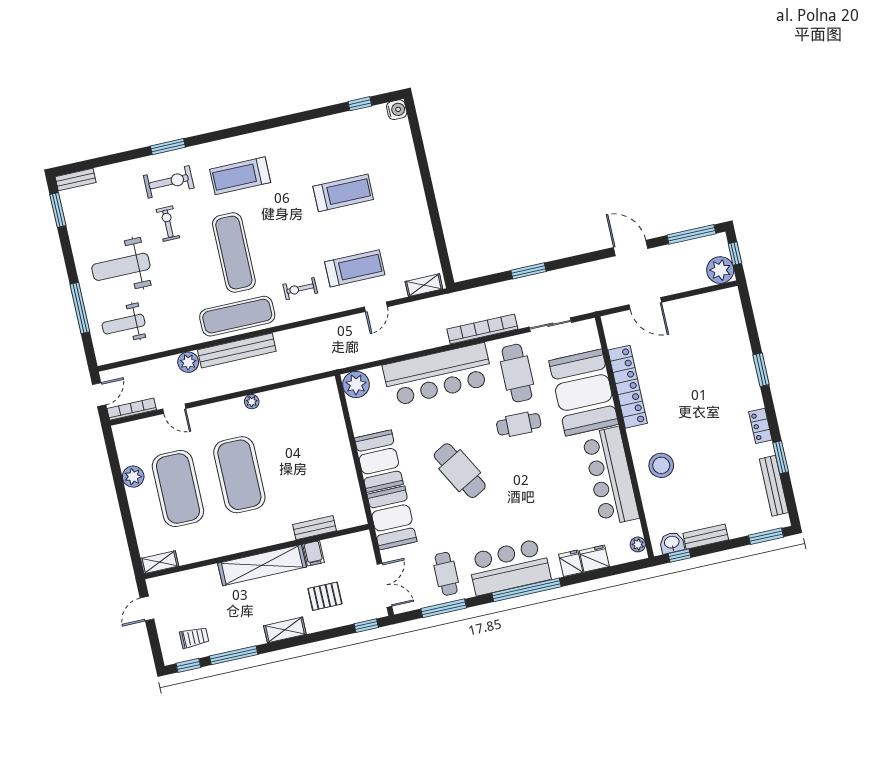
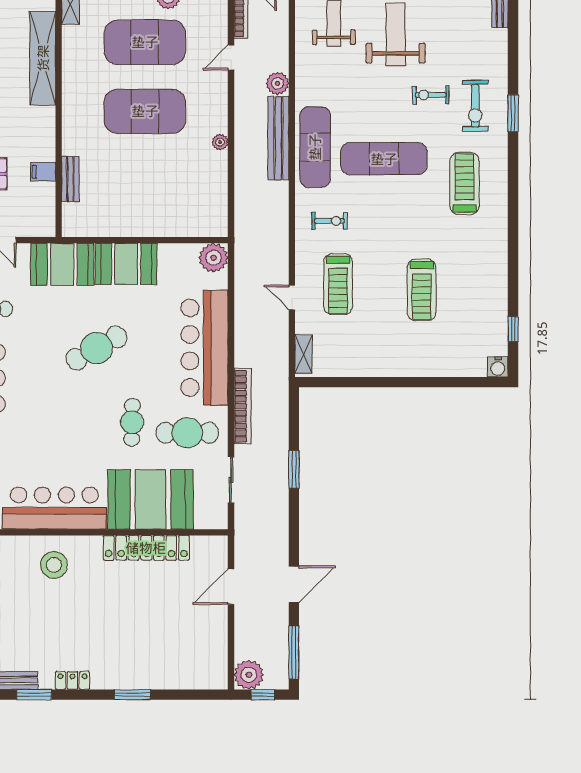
exercise bike: (168, 224) -> (431, 95), turned 180
exercise bike: (300, 289) -> (329, 221), turned 90
shelving: (262, 565) -> (43, 58), moved

